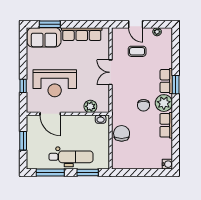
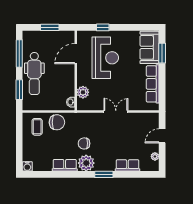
coffee table: (137, 51) -> (37, 127), moved
row of seats: (166, 81) -> (128, 165), moved
reception desk: (55, 83) -> (105, 58), turned 180

